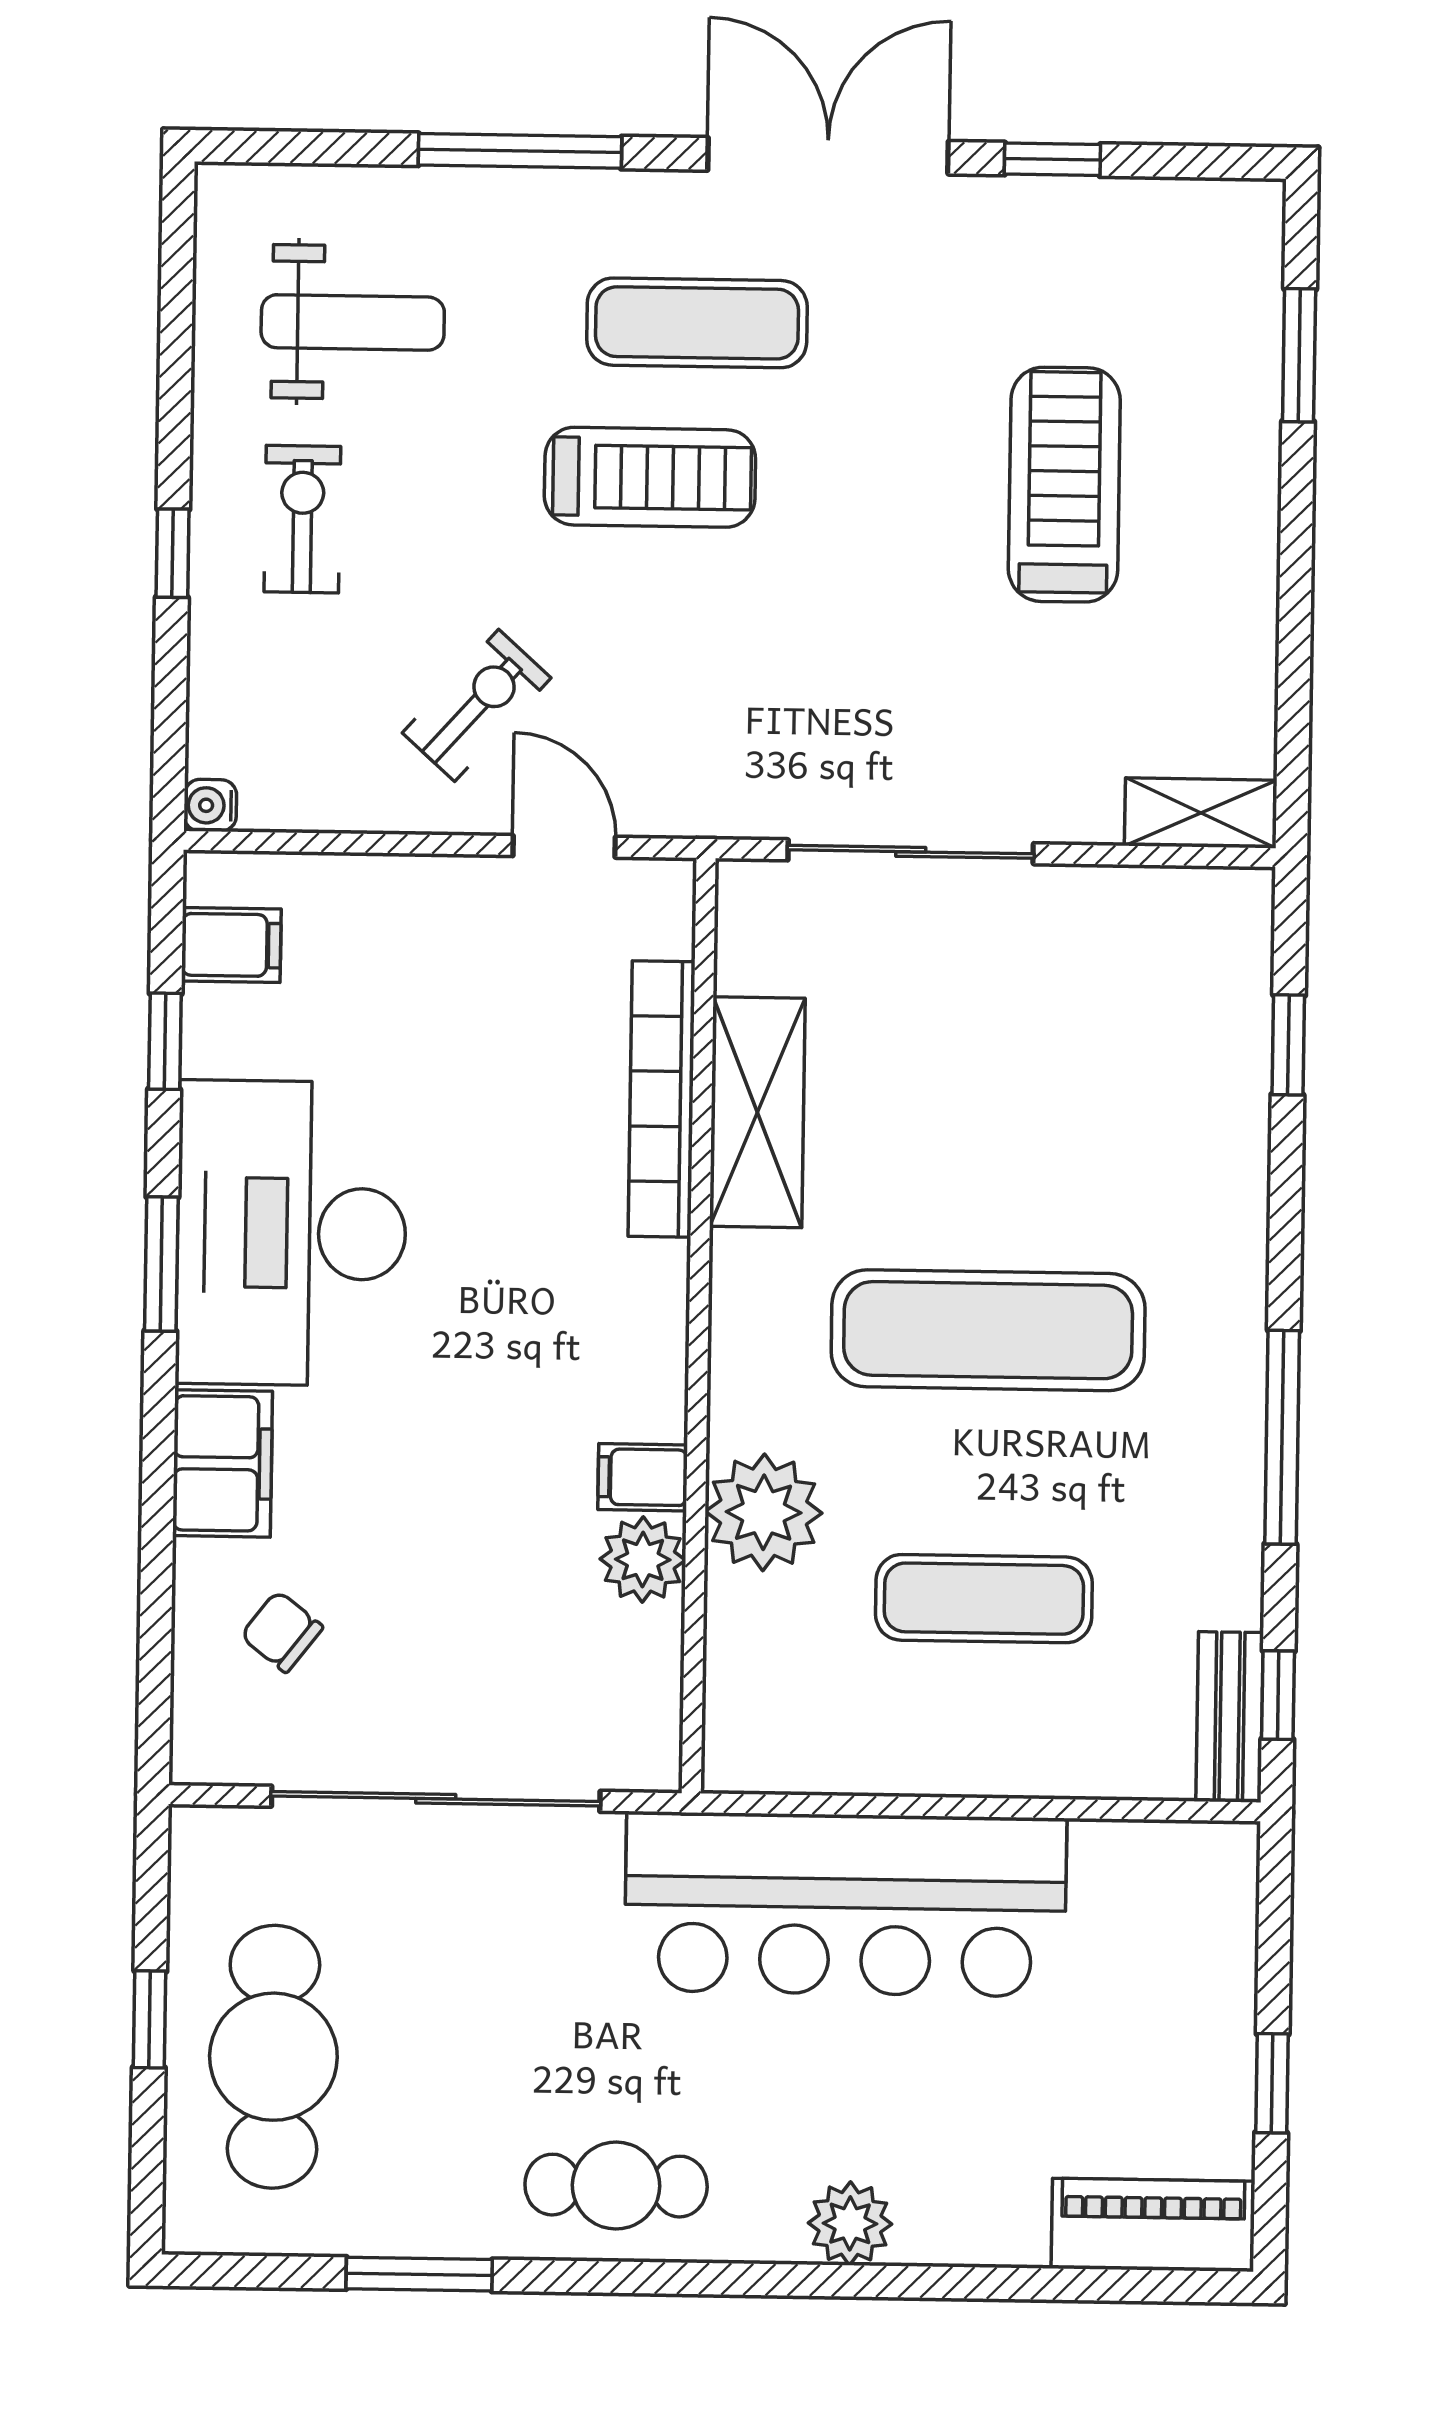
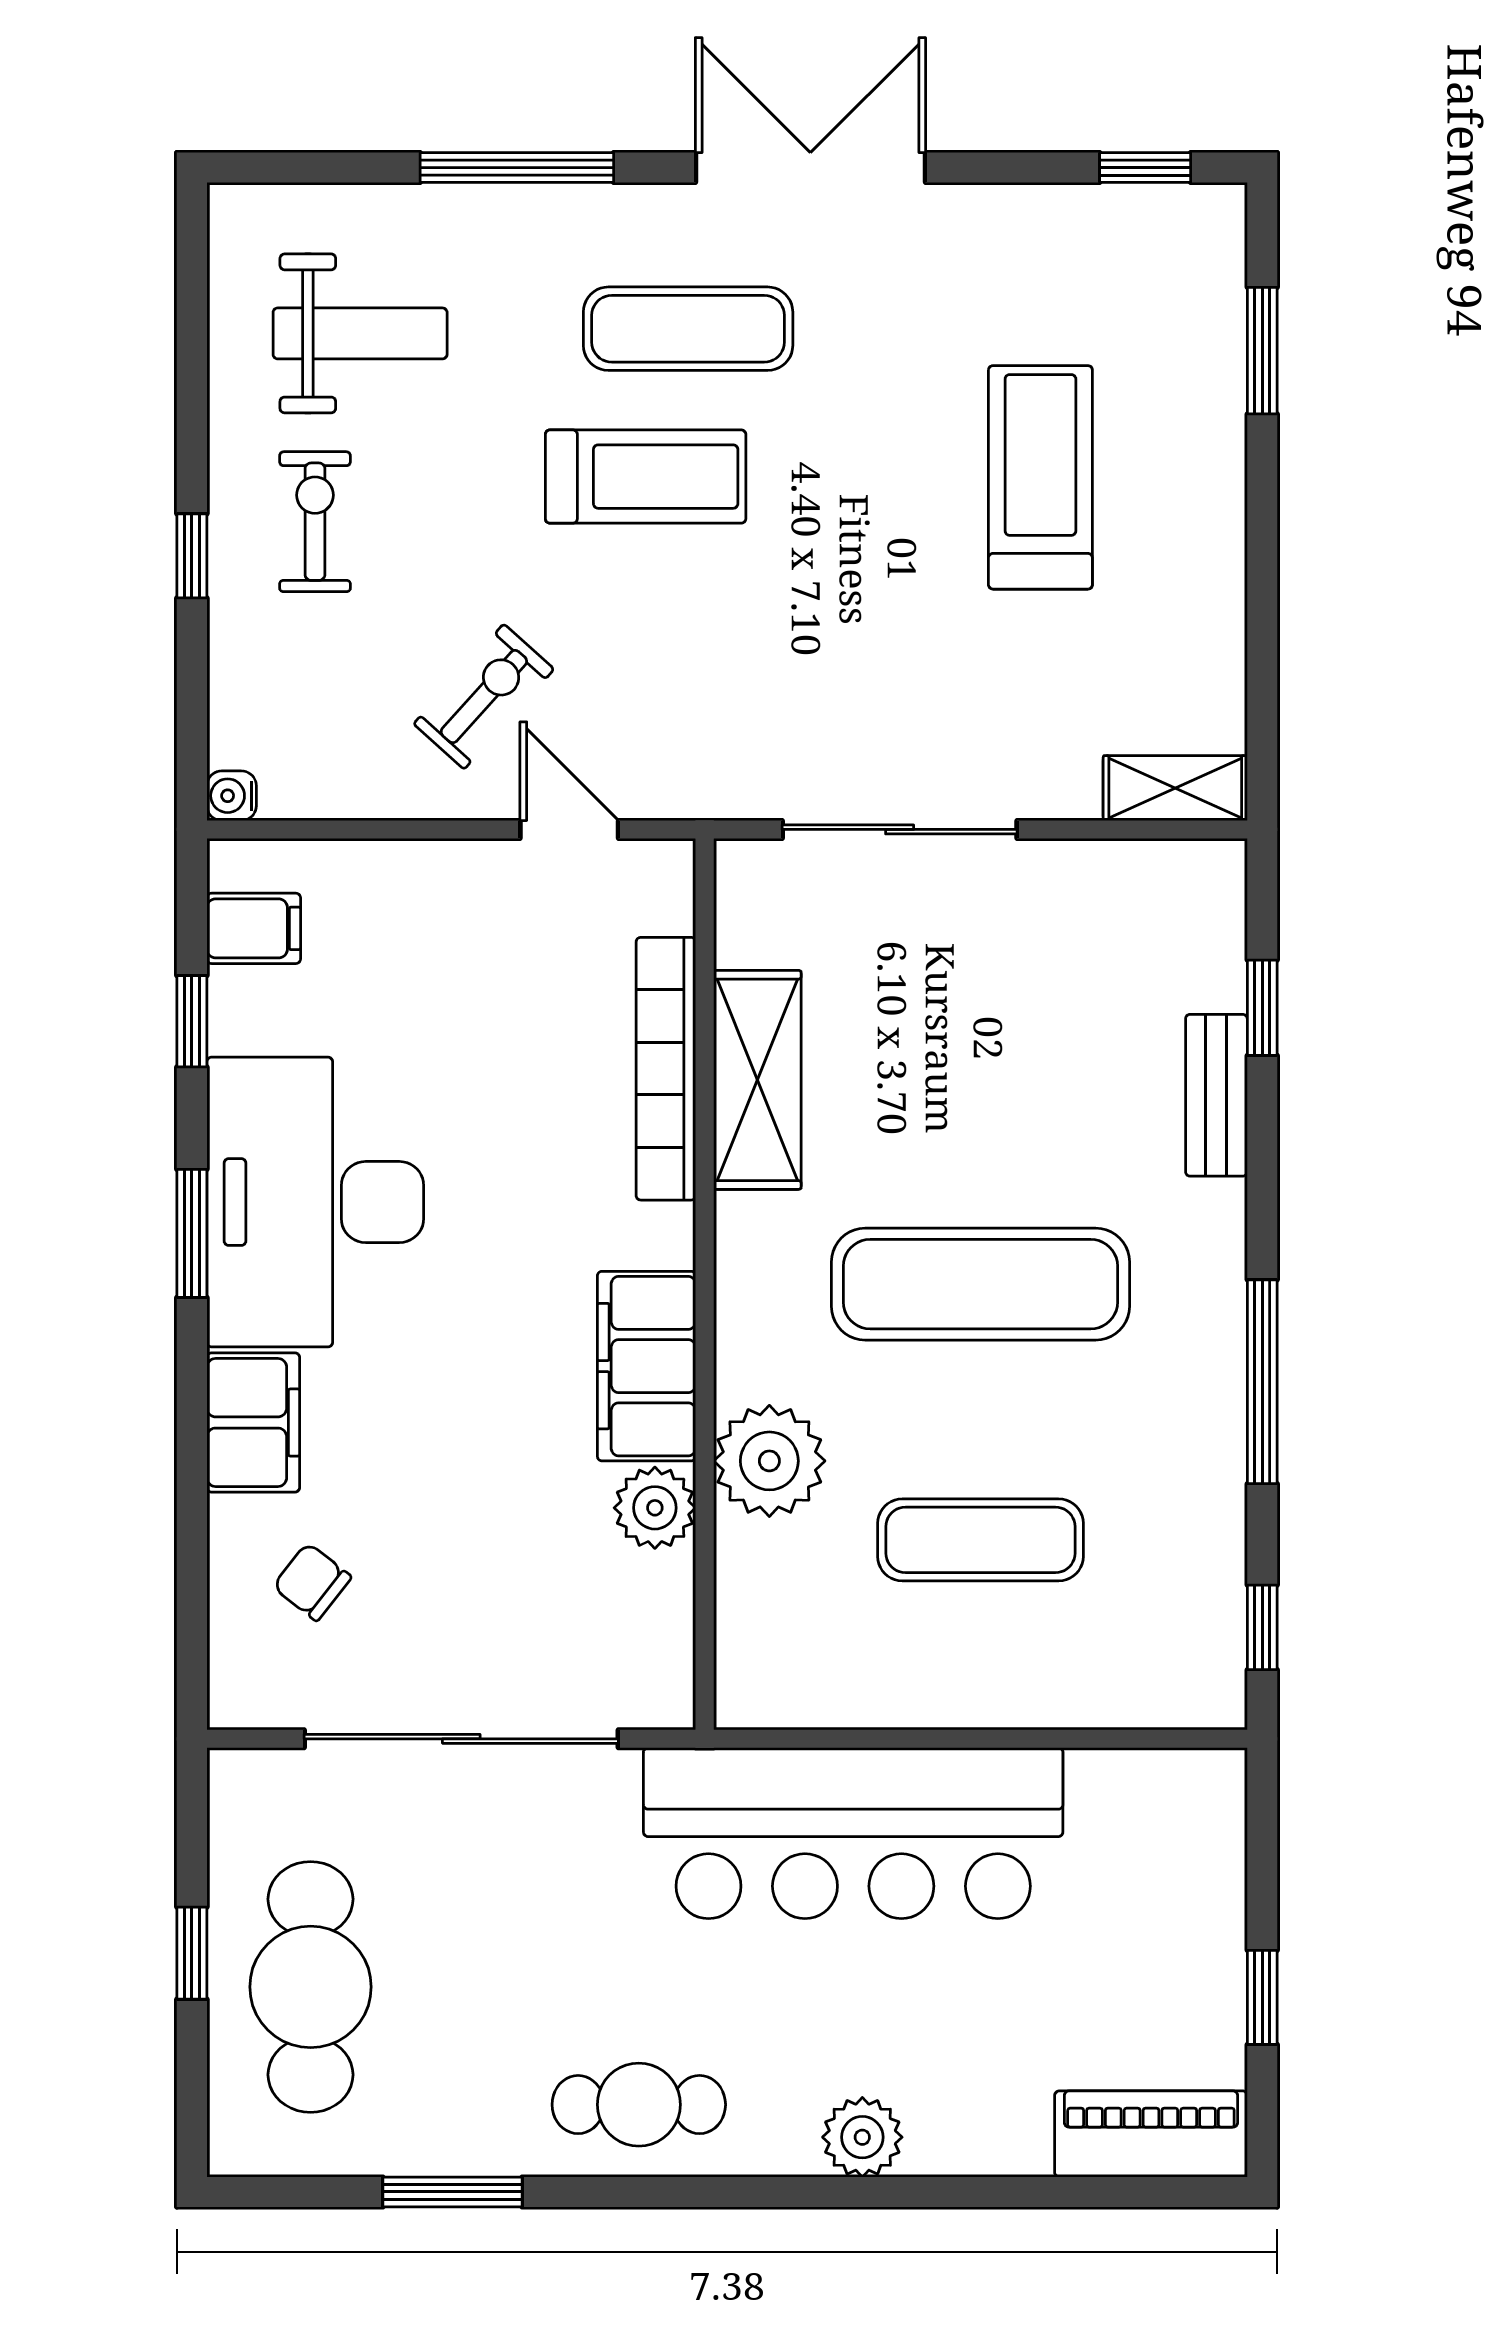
window: (1052, 159) -> (1145, 168), moved
filing cabinet: (643, 1477) -> (647, 1366), width x3.00, depth x1.17
bench: (1230, 1717) -> (1216, 1095), moved

